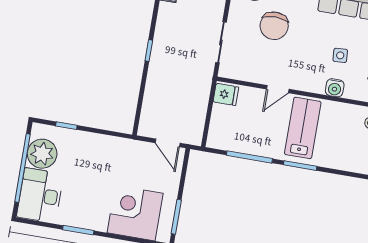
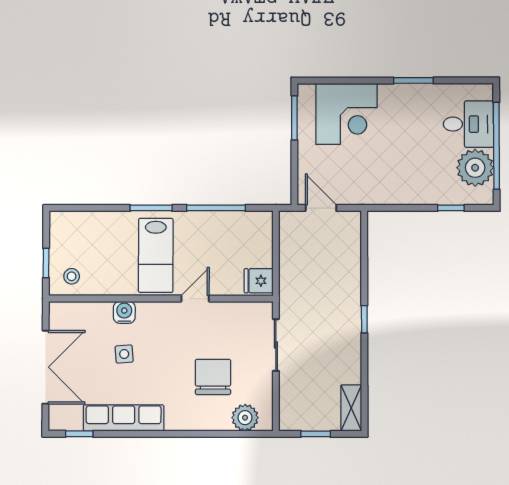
desk: (40, 195) -> (468, 124), width x0.73

